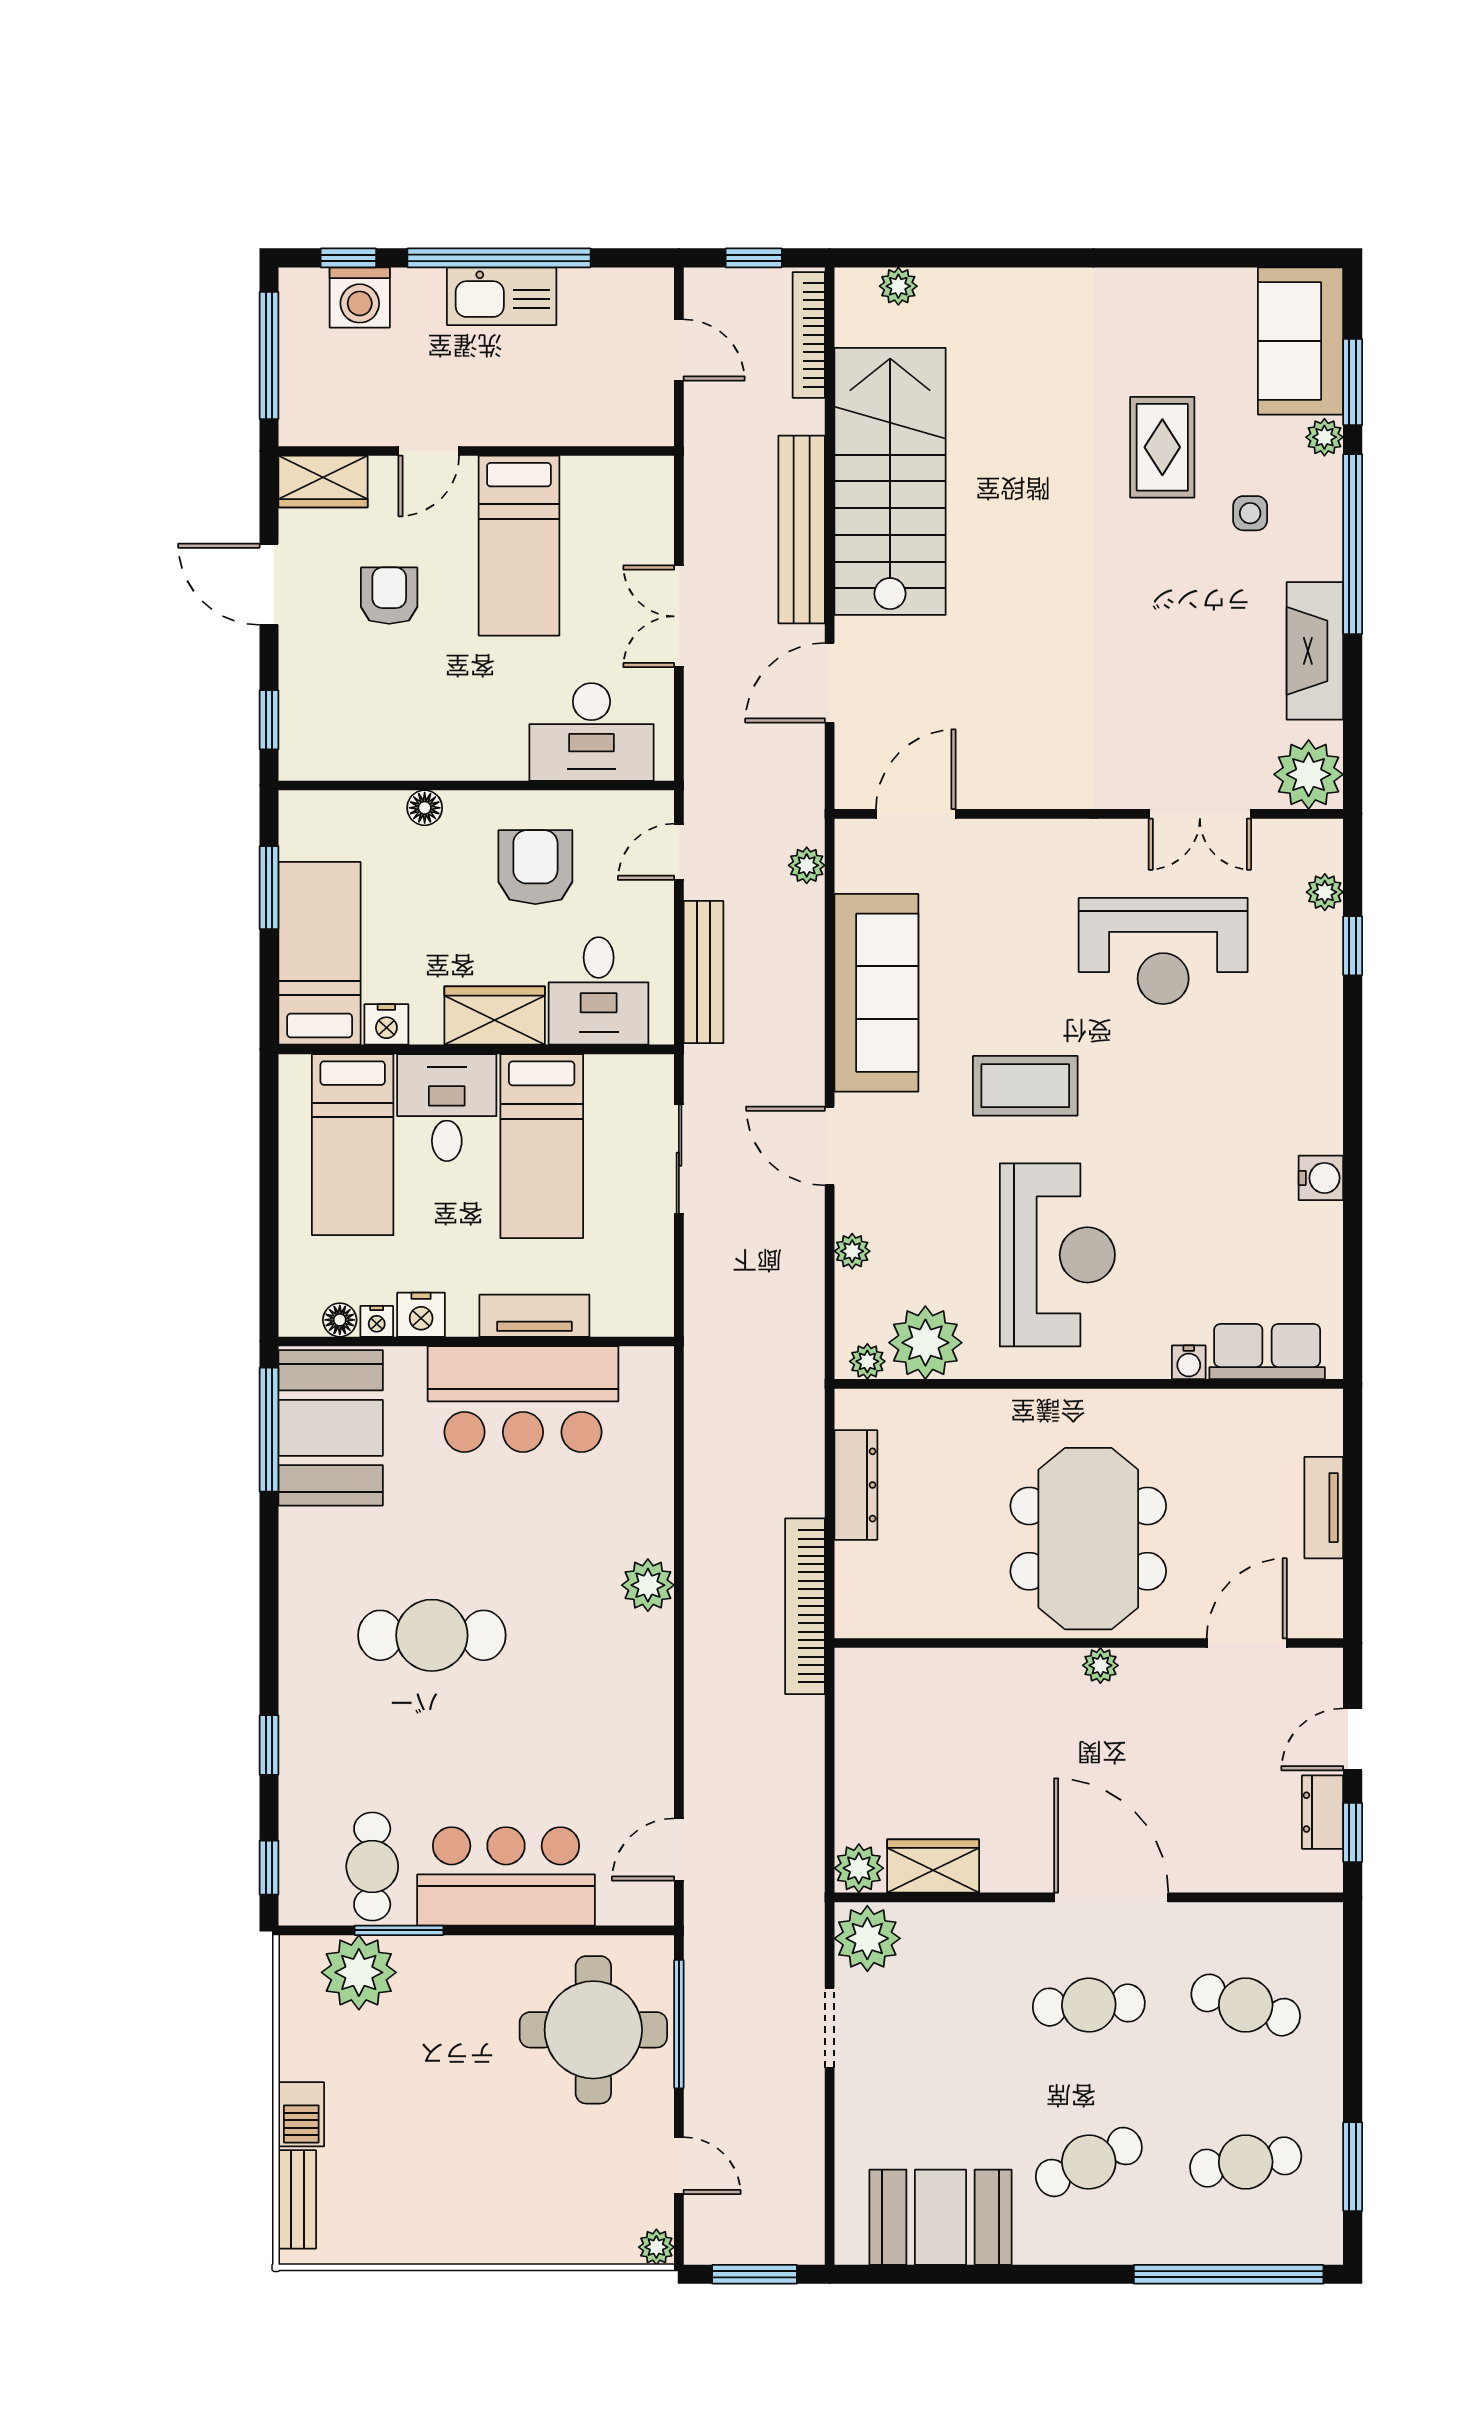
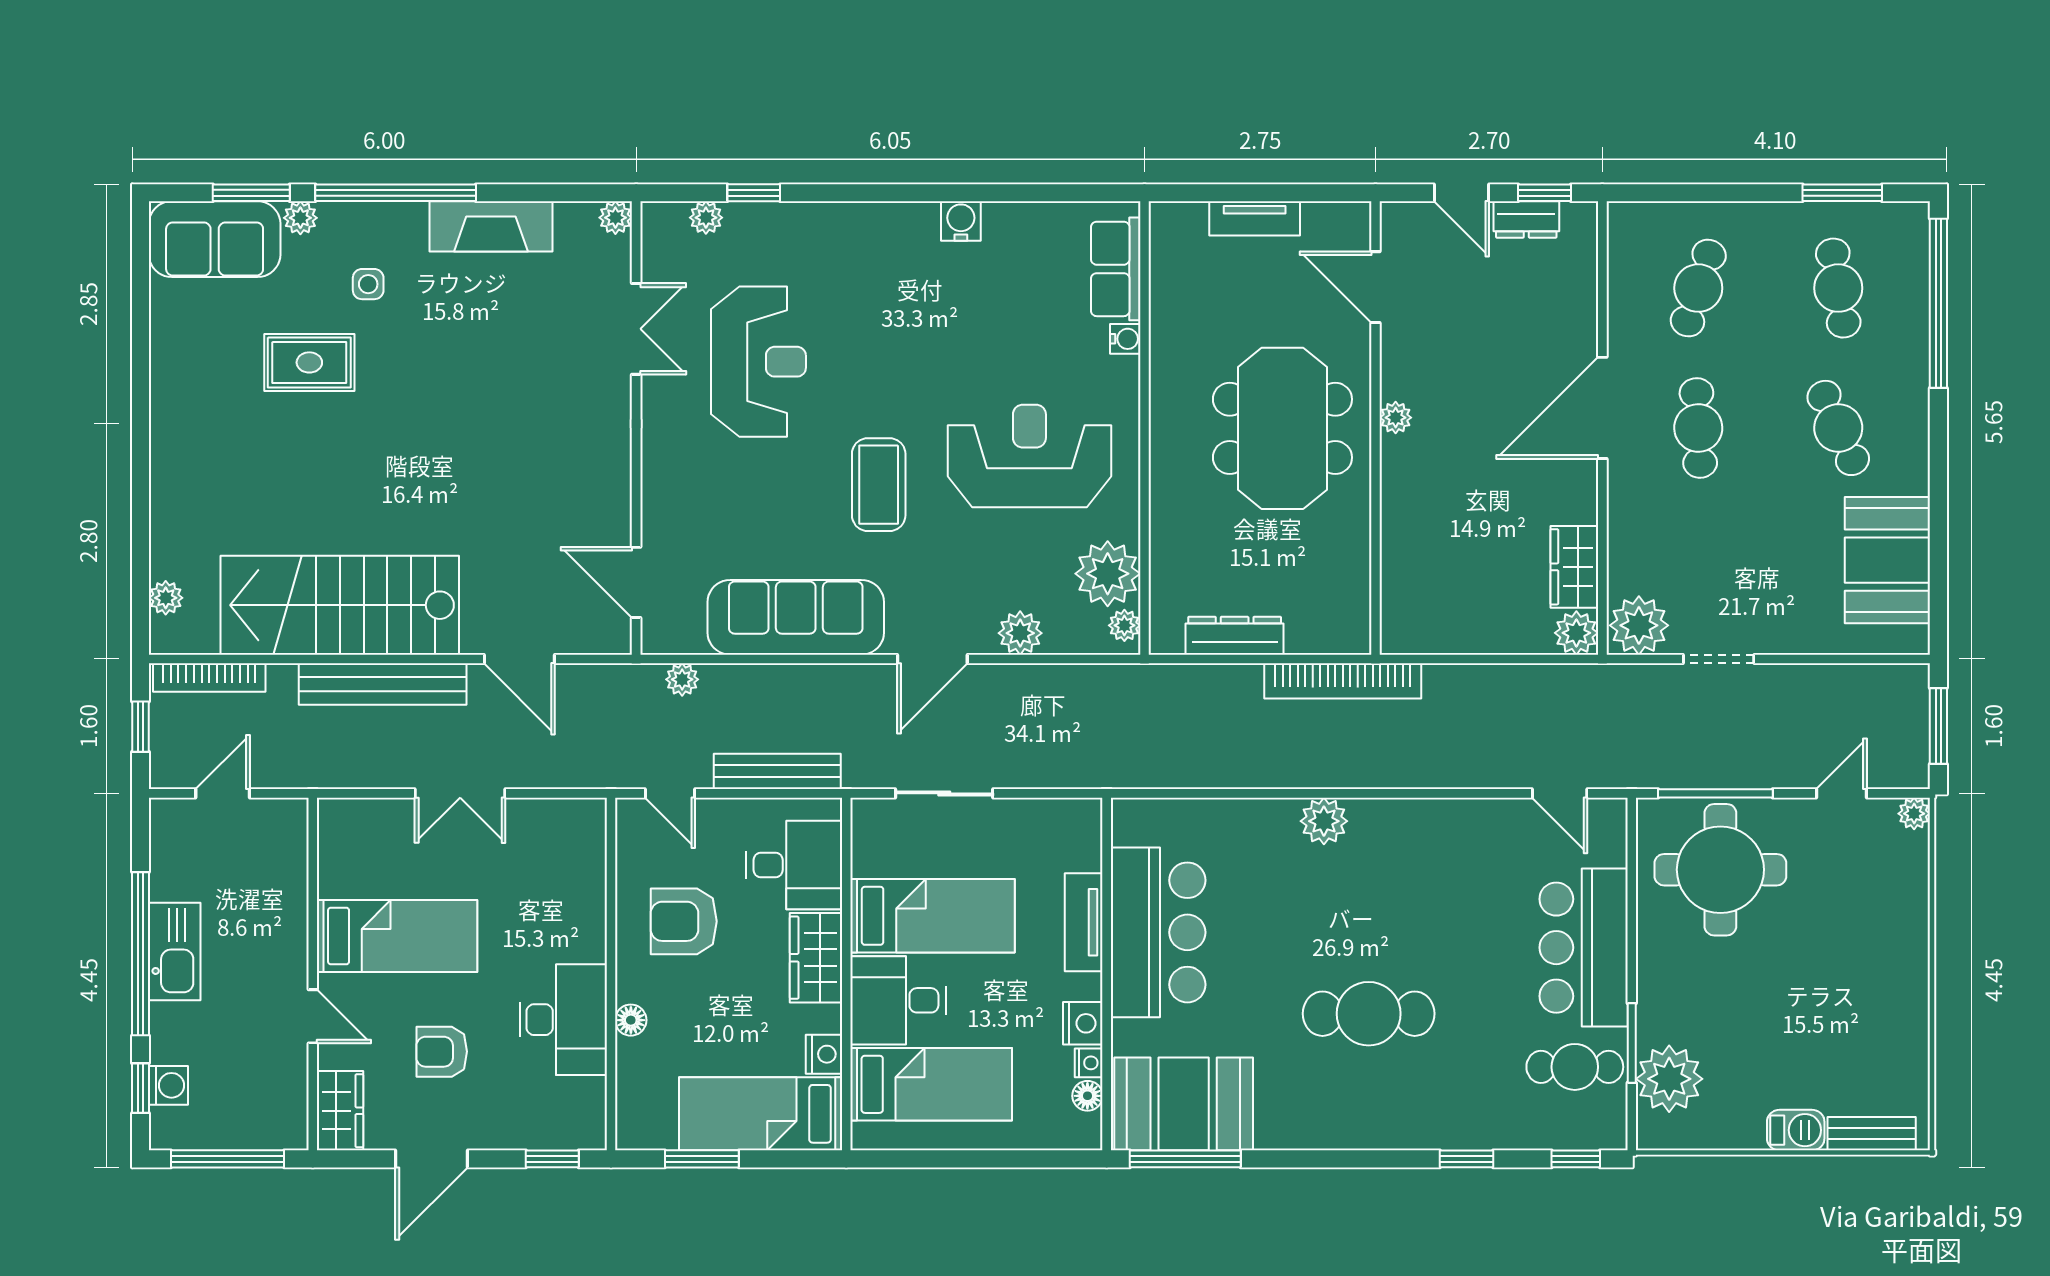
washing machine: (360, 297) -> (168, 1085), width x0.73, depth x0.73
desk: (591, 732) -> (563, 1020), moved
plant: (1309, 774) -> (615, 218), width x0.53, depth x0.53
plant: (852, 1251) -> (1020, 633), width x1.38, depth x1.38
meeting table: (1088, 1539) -> (1282, 428), turned 90
cafe table: (432, 1635) -> (1369, 1014), turned 90

